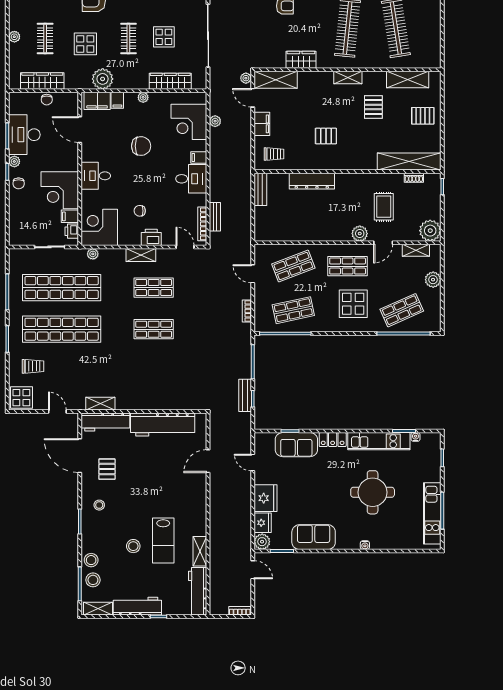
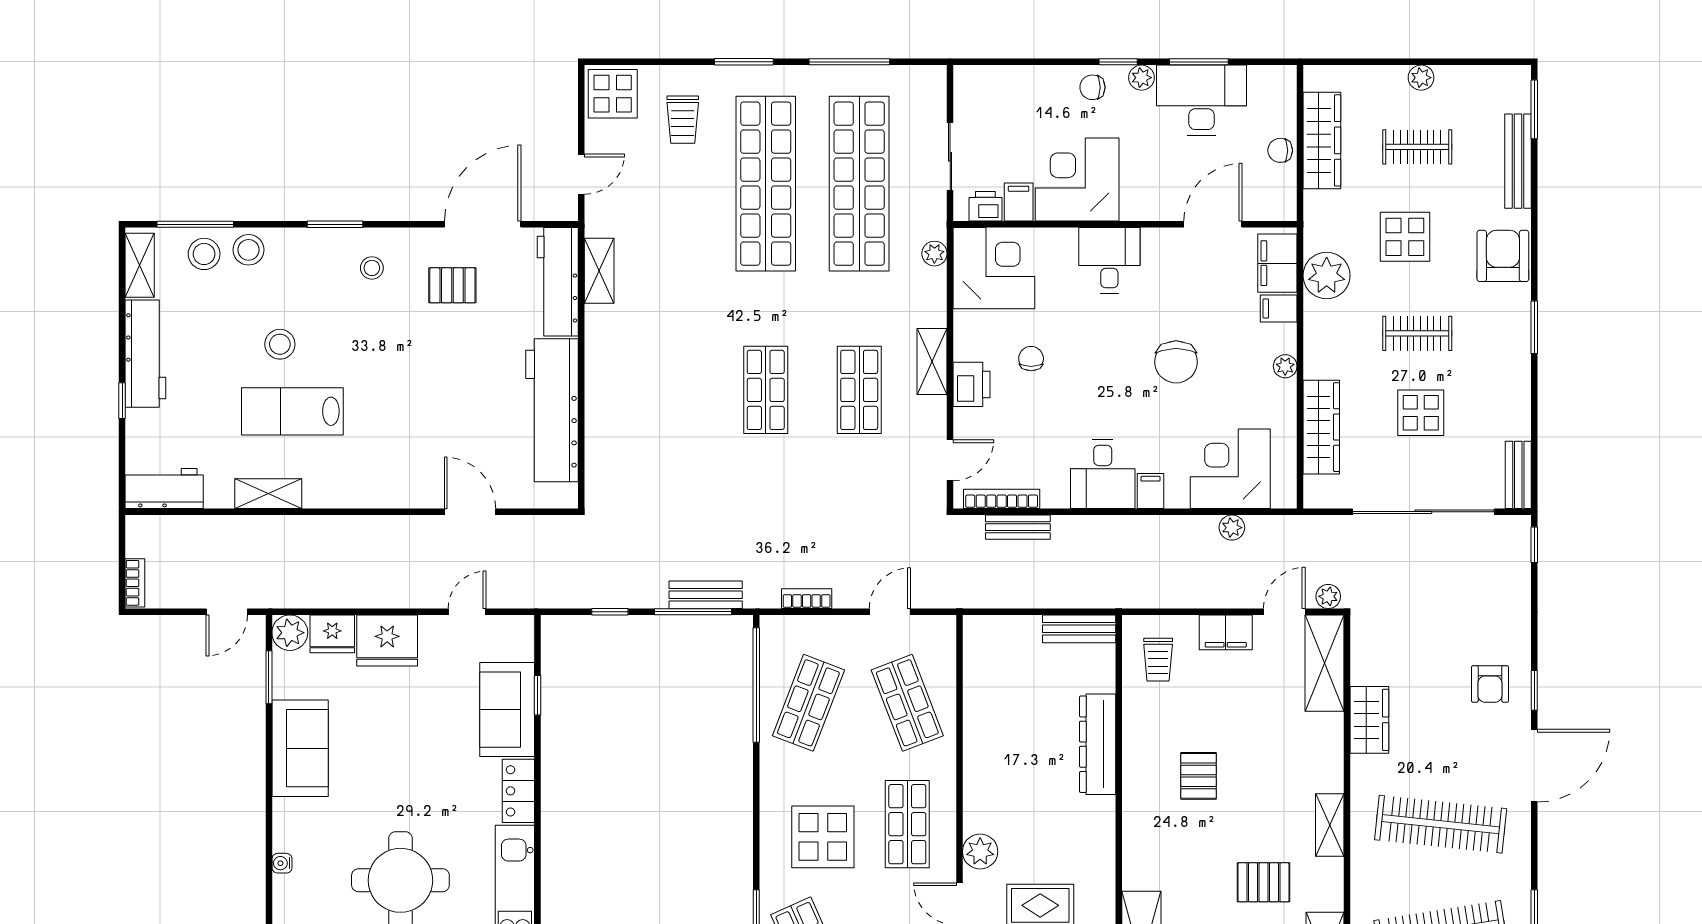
shop shelf: (293, 310) -> (808, 703), turned 33
bench: (245, 395) -> (706, 595), moved
workbench: (198, 591) -> (164, 488), width x0.73

